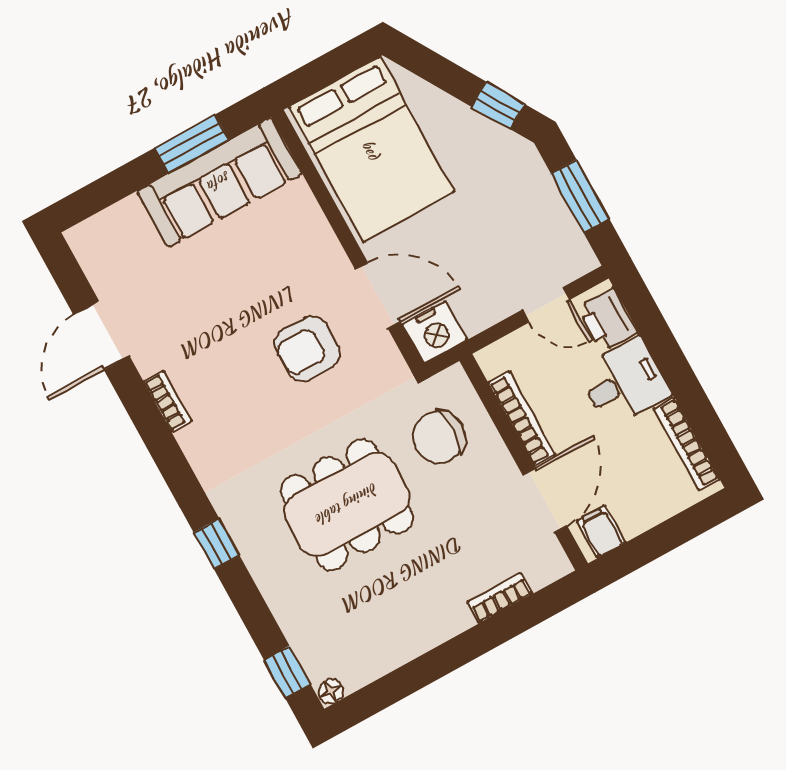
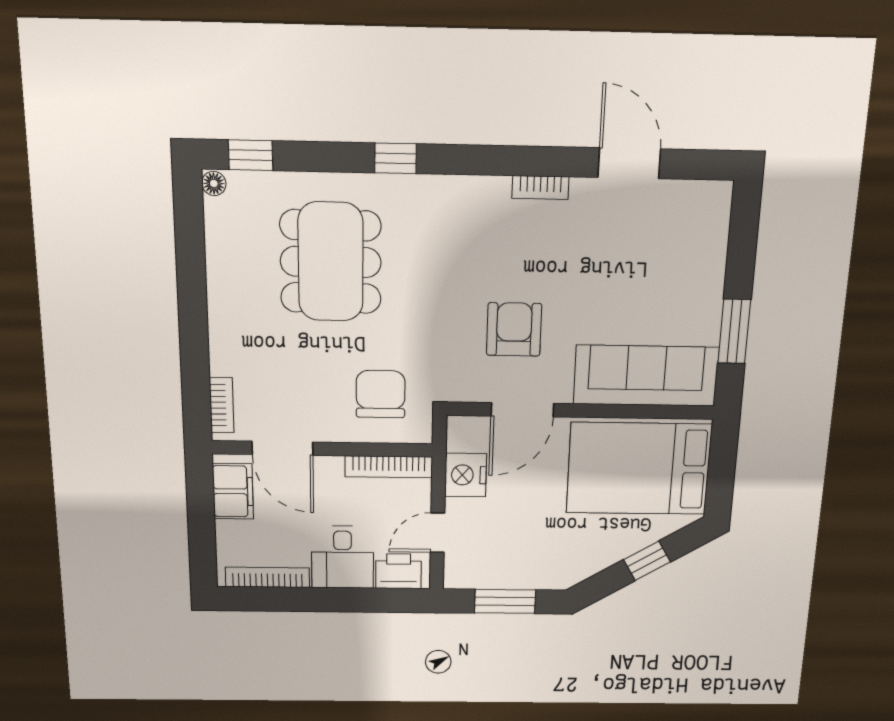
window: (498, 105) -> (647, 561), moved
sofa: (219, 182) -> (646, 376), moved, turned 90
nightstand: (435, 332) -> (466, 475), moved
bookcase: (522, 419) -> (389, 467), moved
dining table: (347, 504) -> (331, 262), moved
filing cabinet: (601, 532) -> (233, 491), width x2.00
bookcase: (500, 598) -> (222, 405), moved

